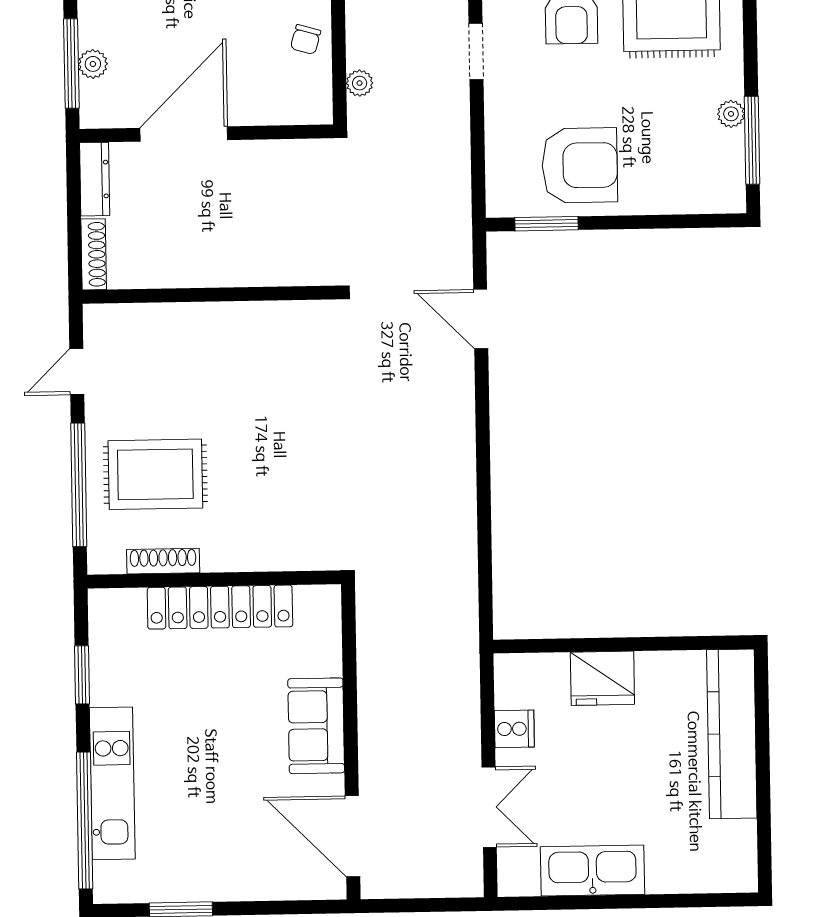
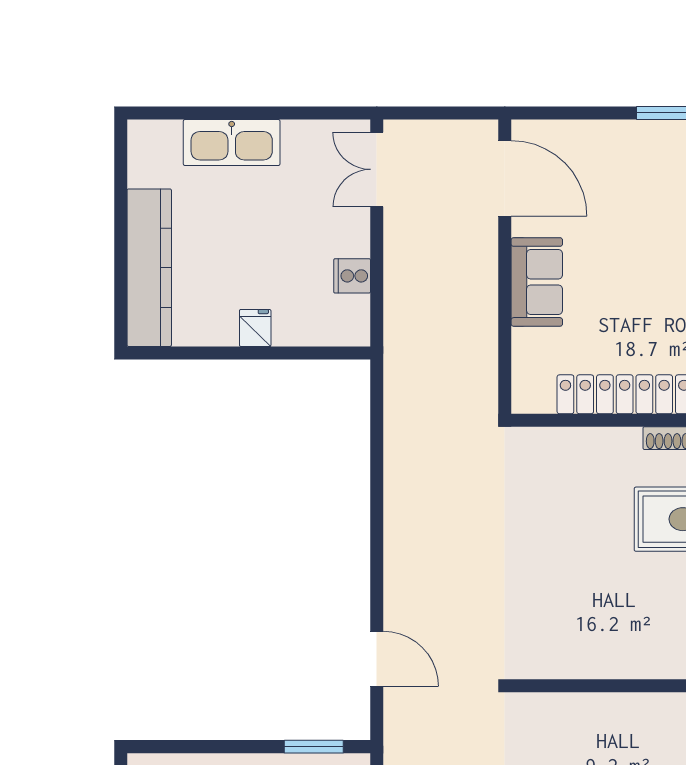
fridge: (602, 678) -> (255, 328), width x0.53, depth x0.75
double door: (489, 807) -> (377, 169), moved
kitchen sink: (593, 870) -> (232, 142), moved

